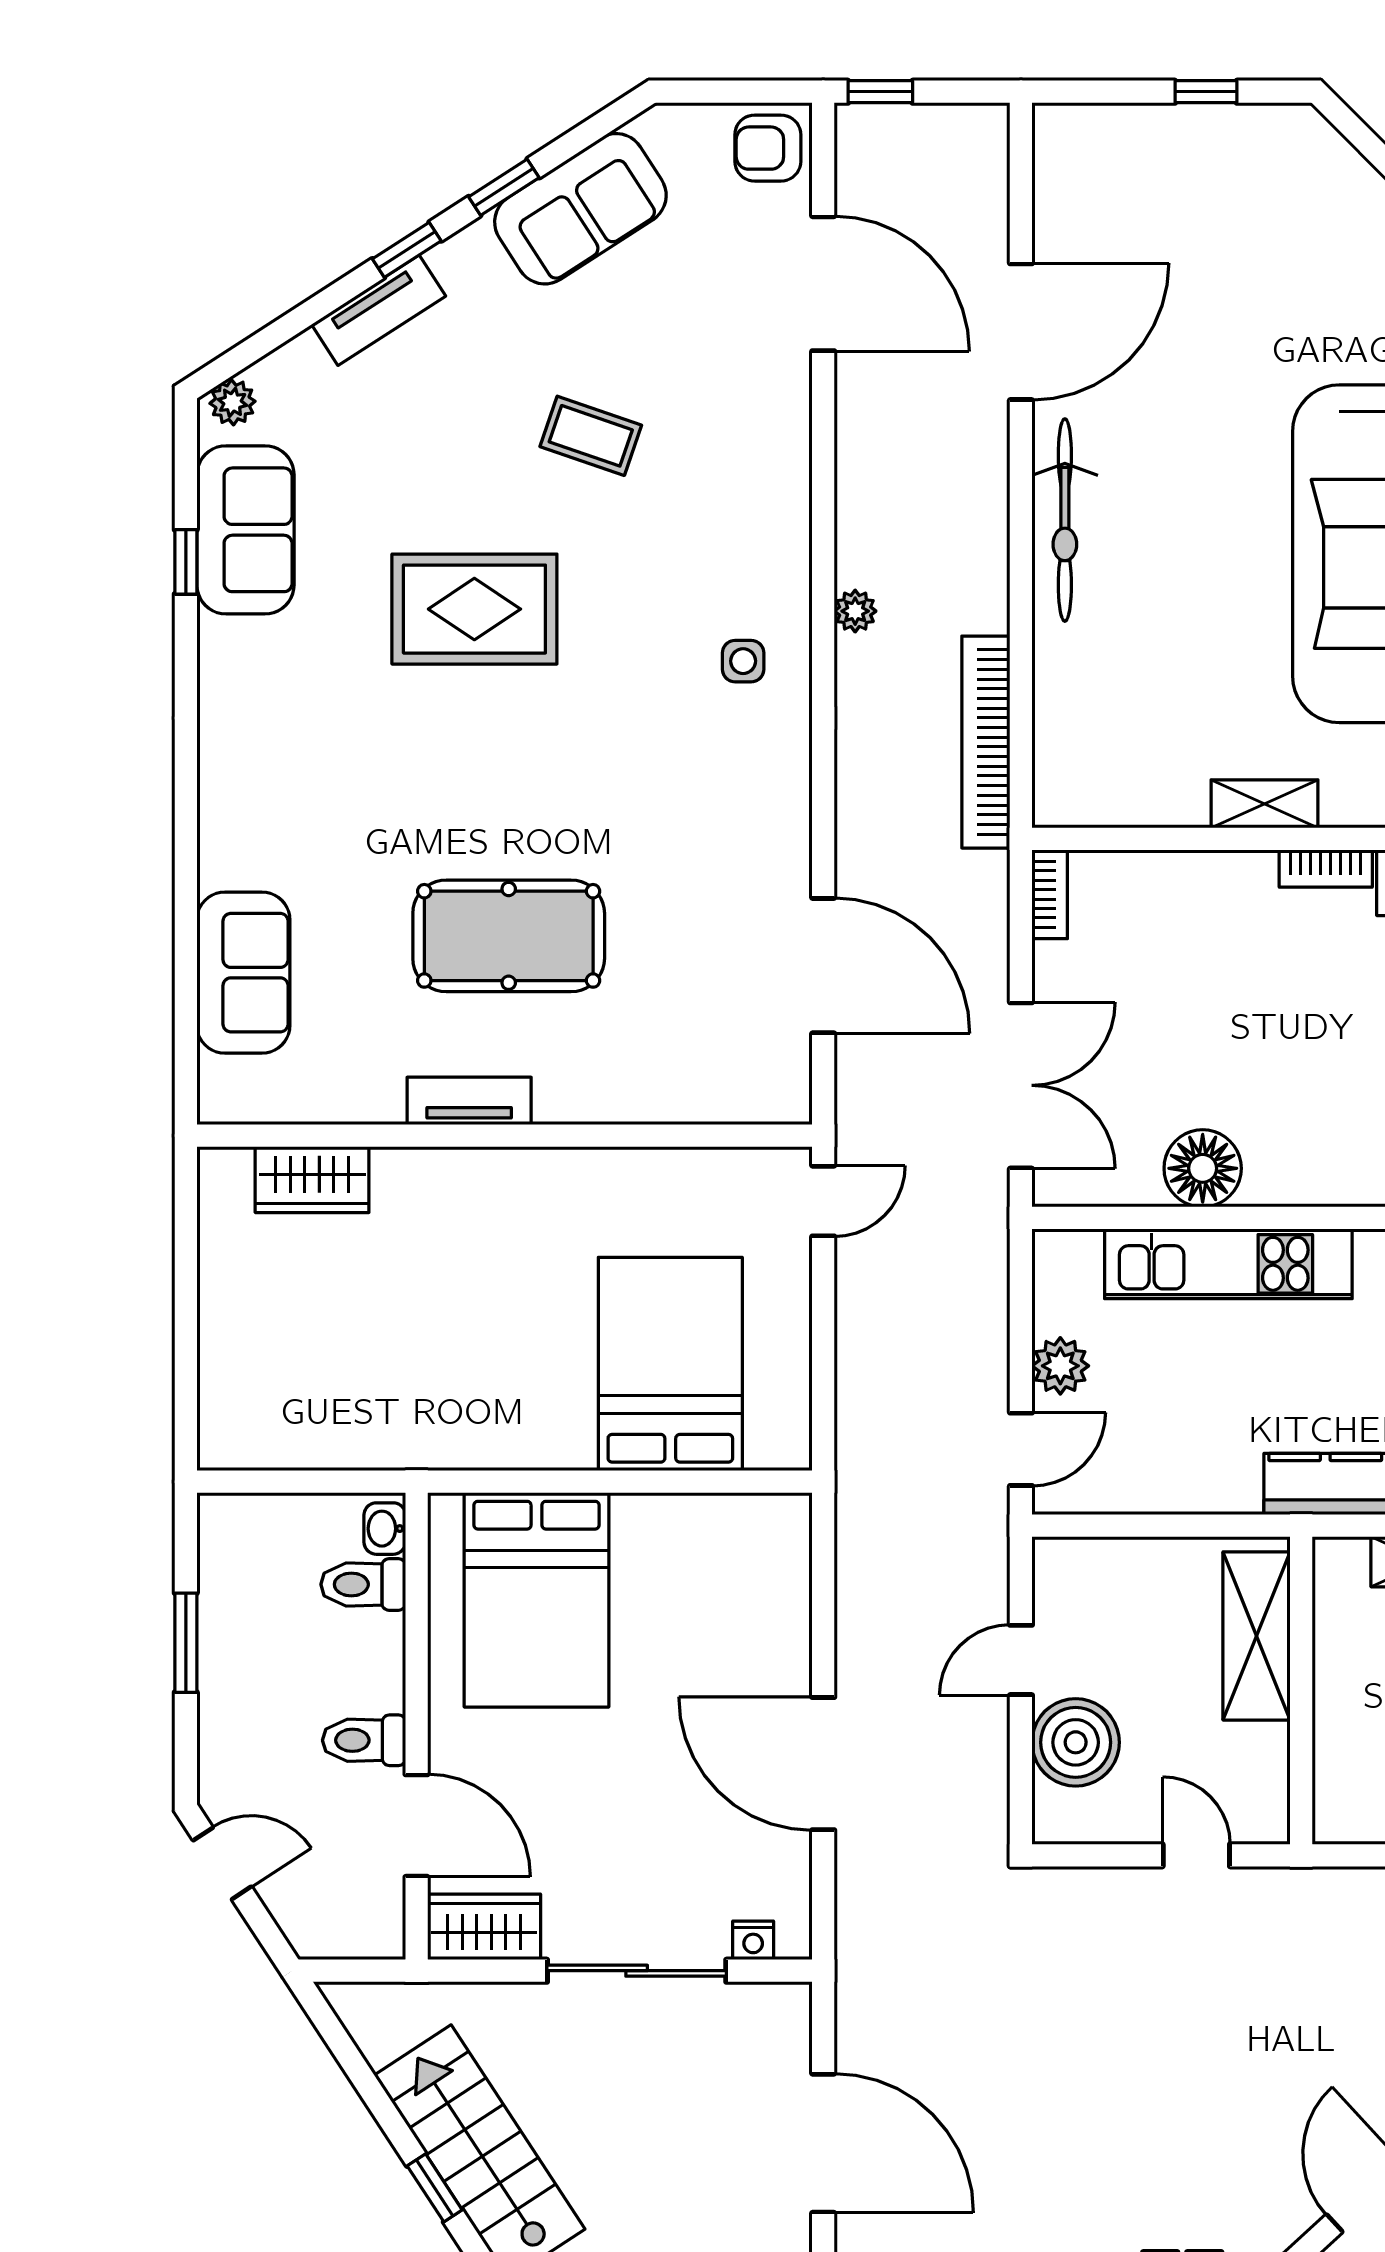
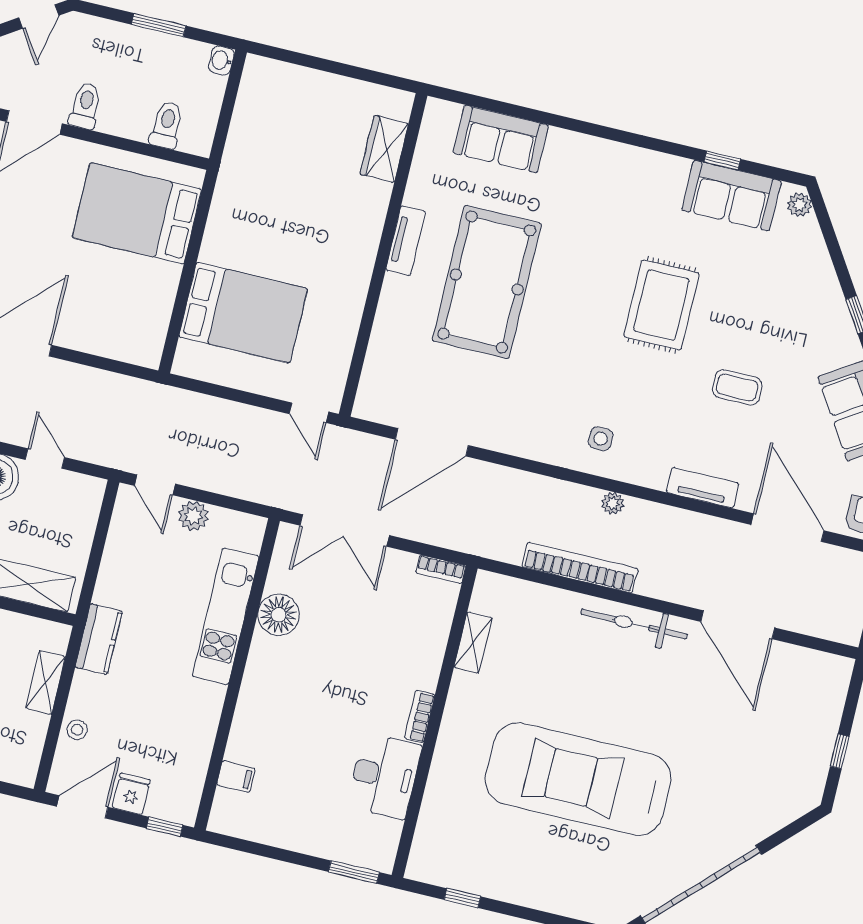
door: (823, 284) -> (787, 528), swing flipped
tv unit: (379, 310) -> (703, 488), moved, turned 123
coffee table: (591, 436) -> (737, 387), turned 71
bookcase: (986, 742) -> (580, 568), moved
shelving: (1264, 804) -> (473, 643), moved
pool table: (509, 936) -> (487, 282), width x1.36, depth x1.32
washbasin: (385, 1529) -> (221, 60), moved, turned -90

